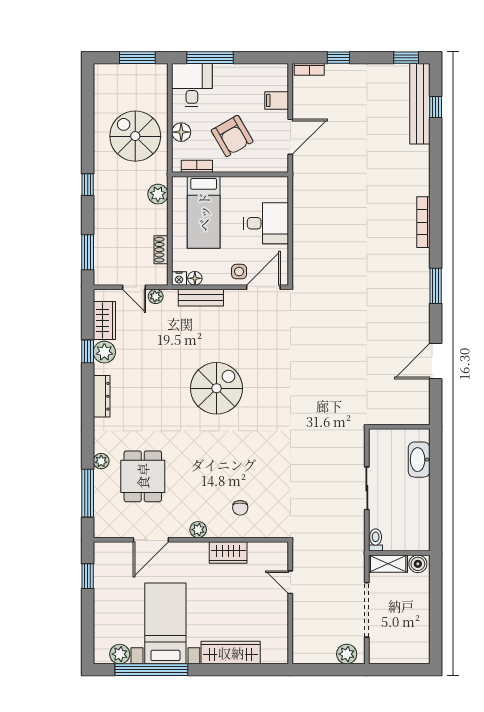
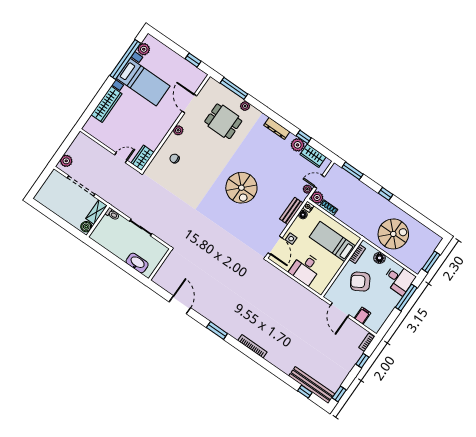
plant: (158, 194) -> (317, 197), moved
wardrobe: (228, 552) -> (142, 158), moved

